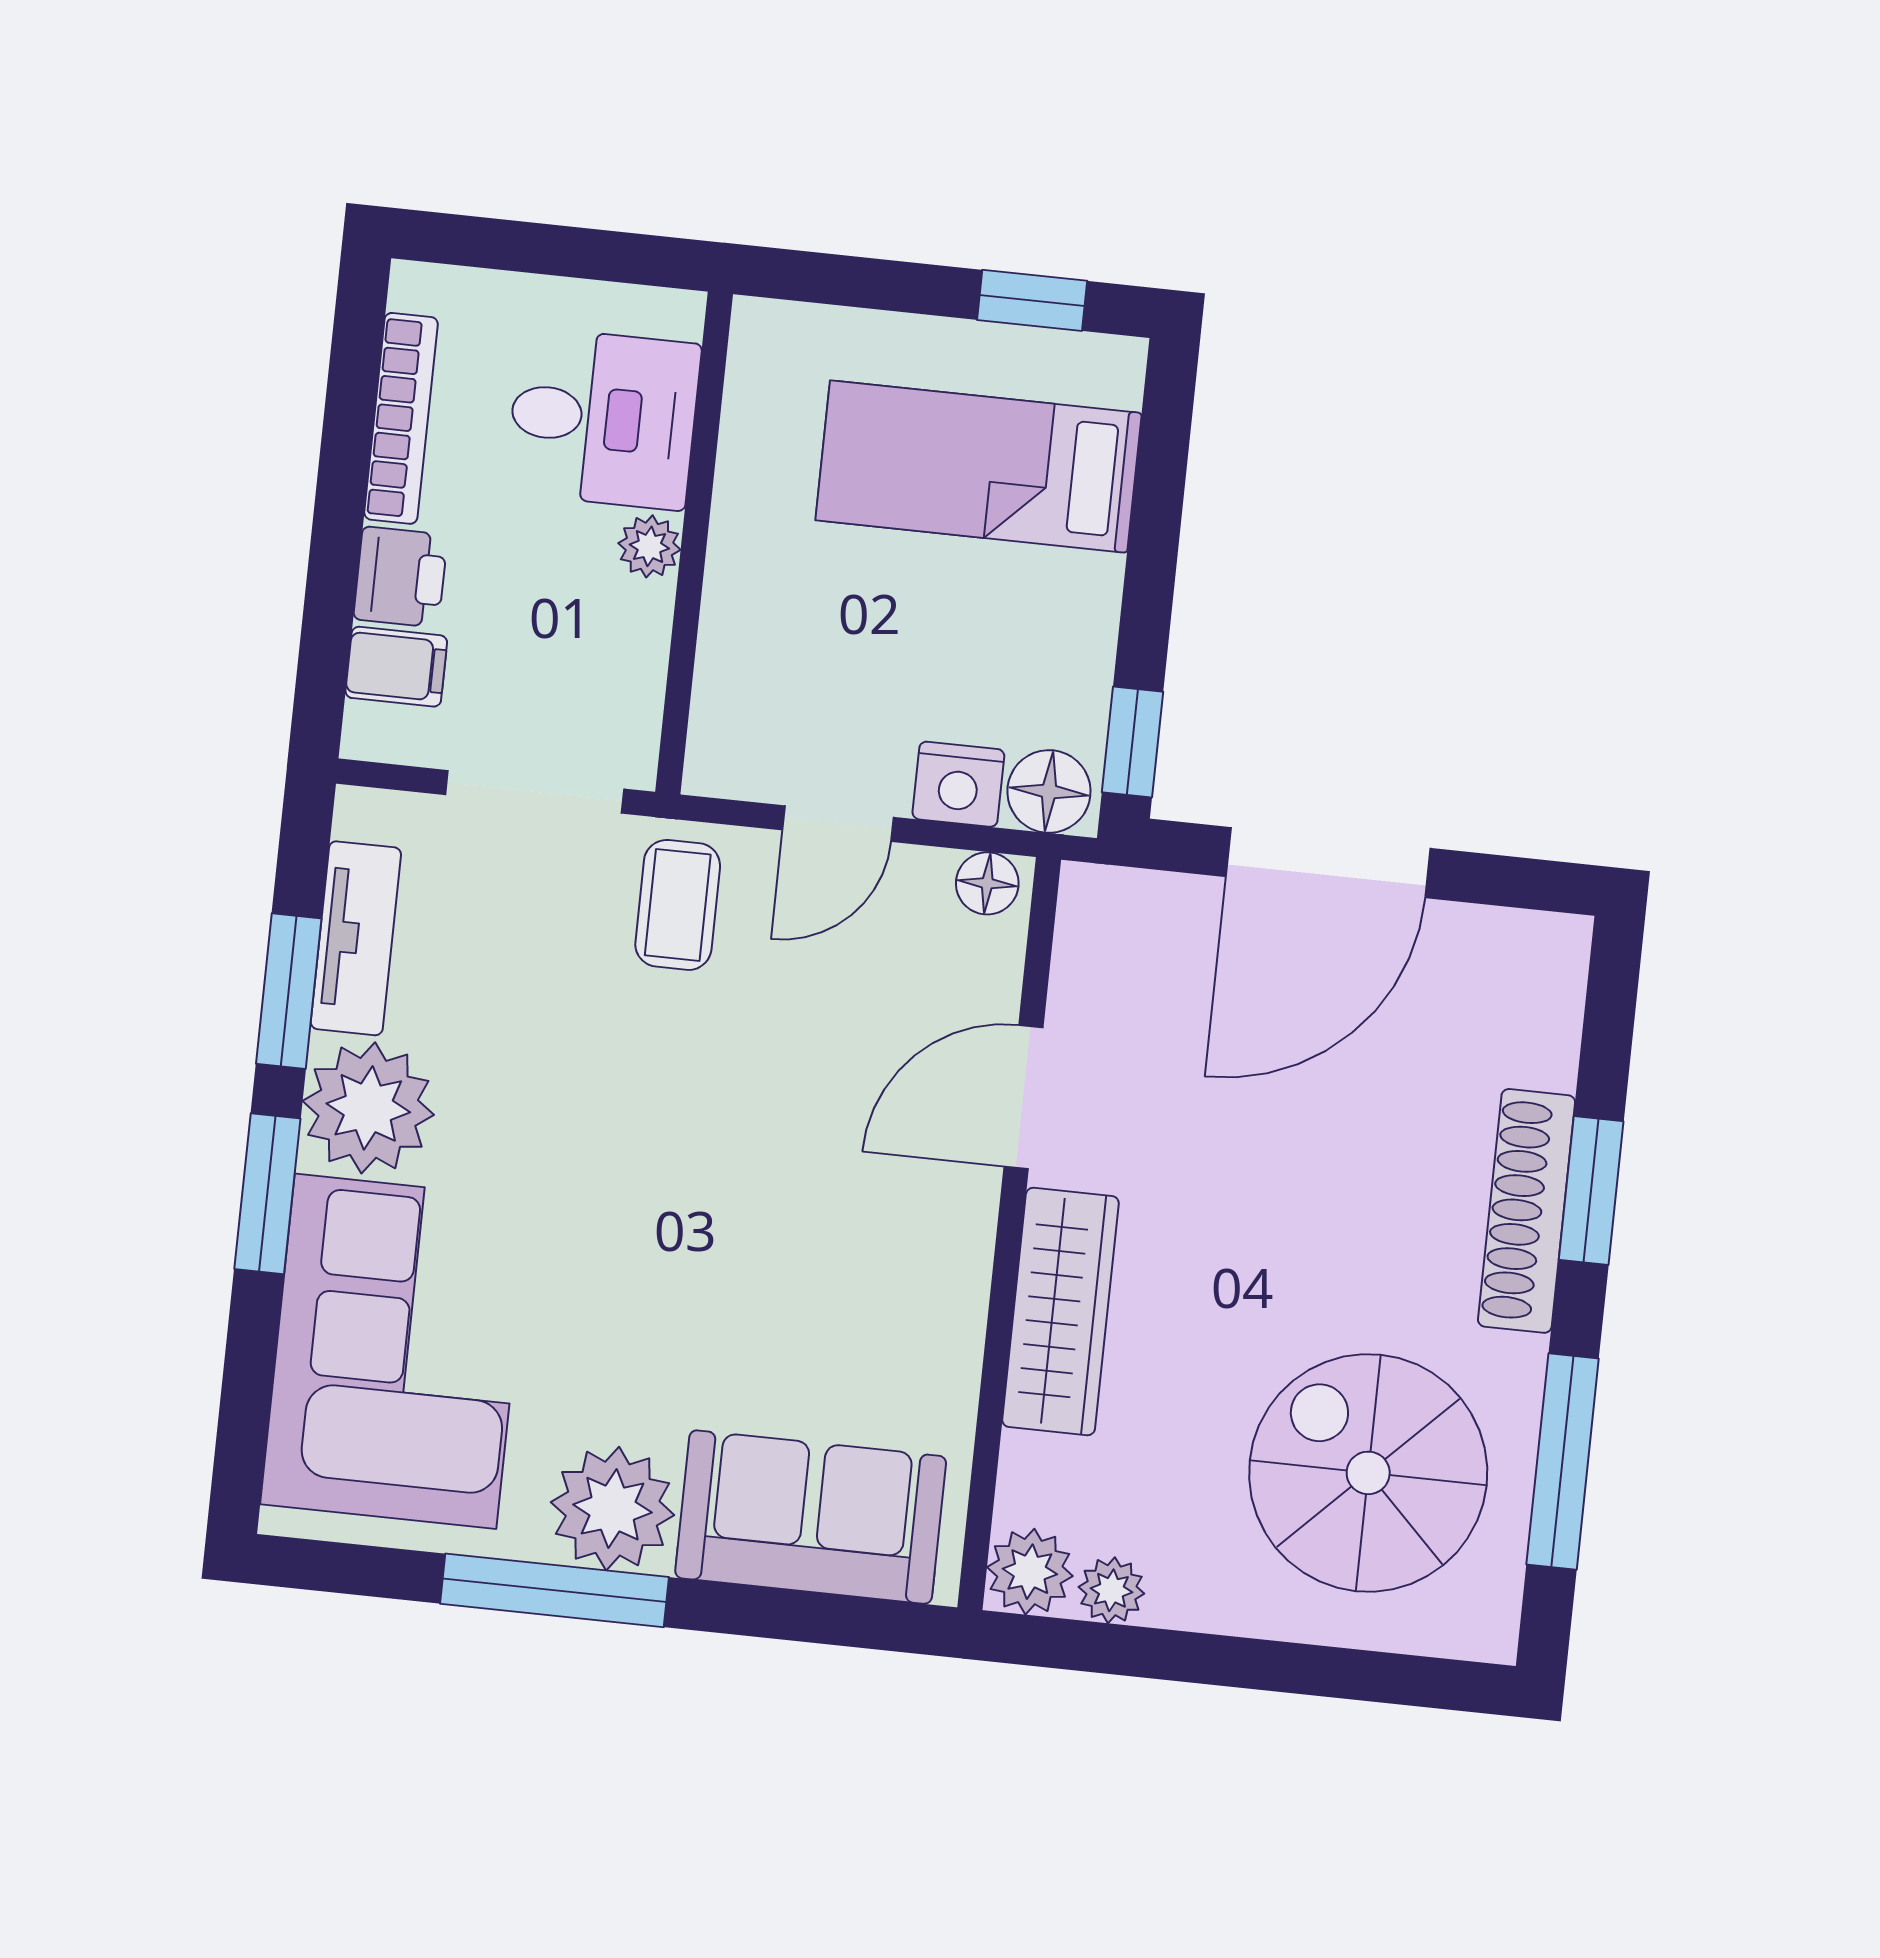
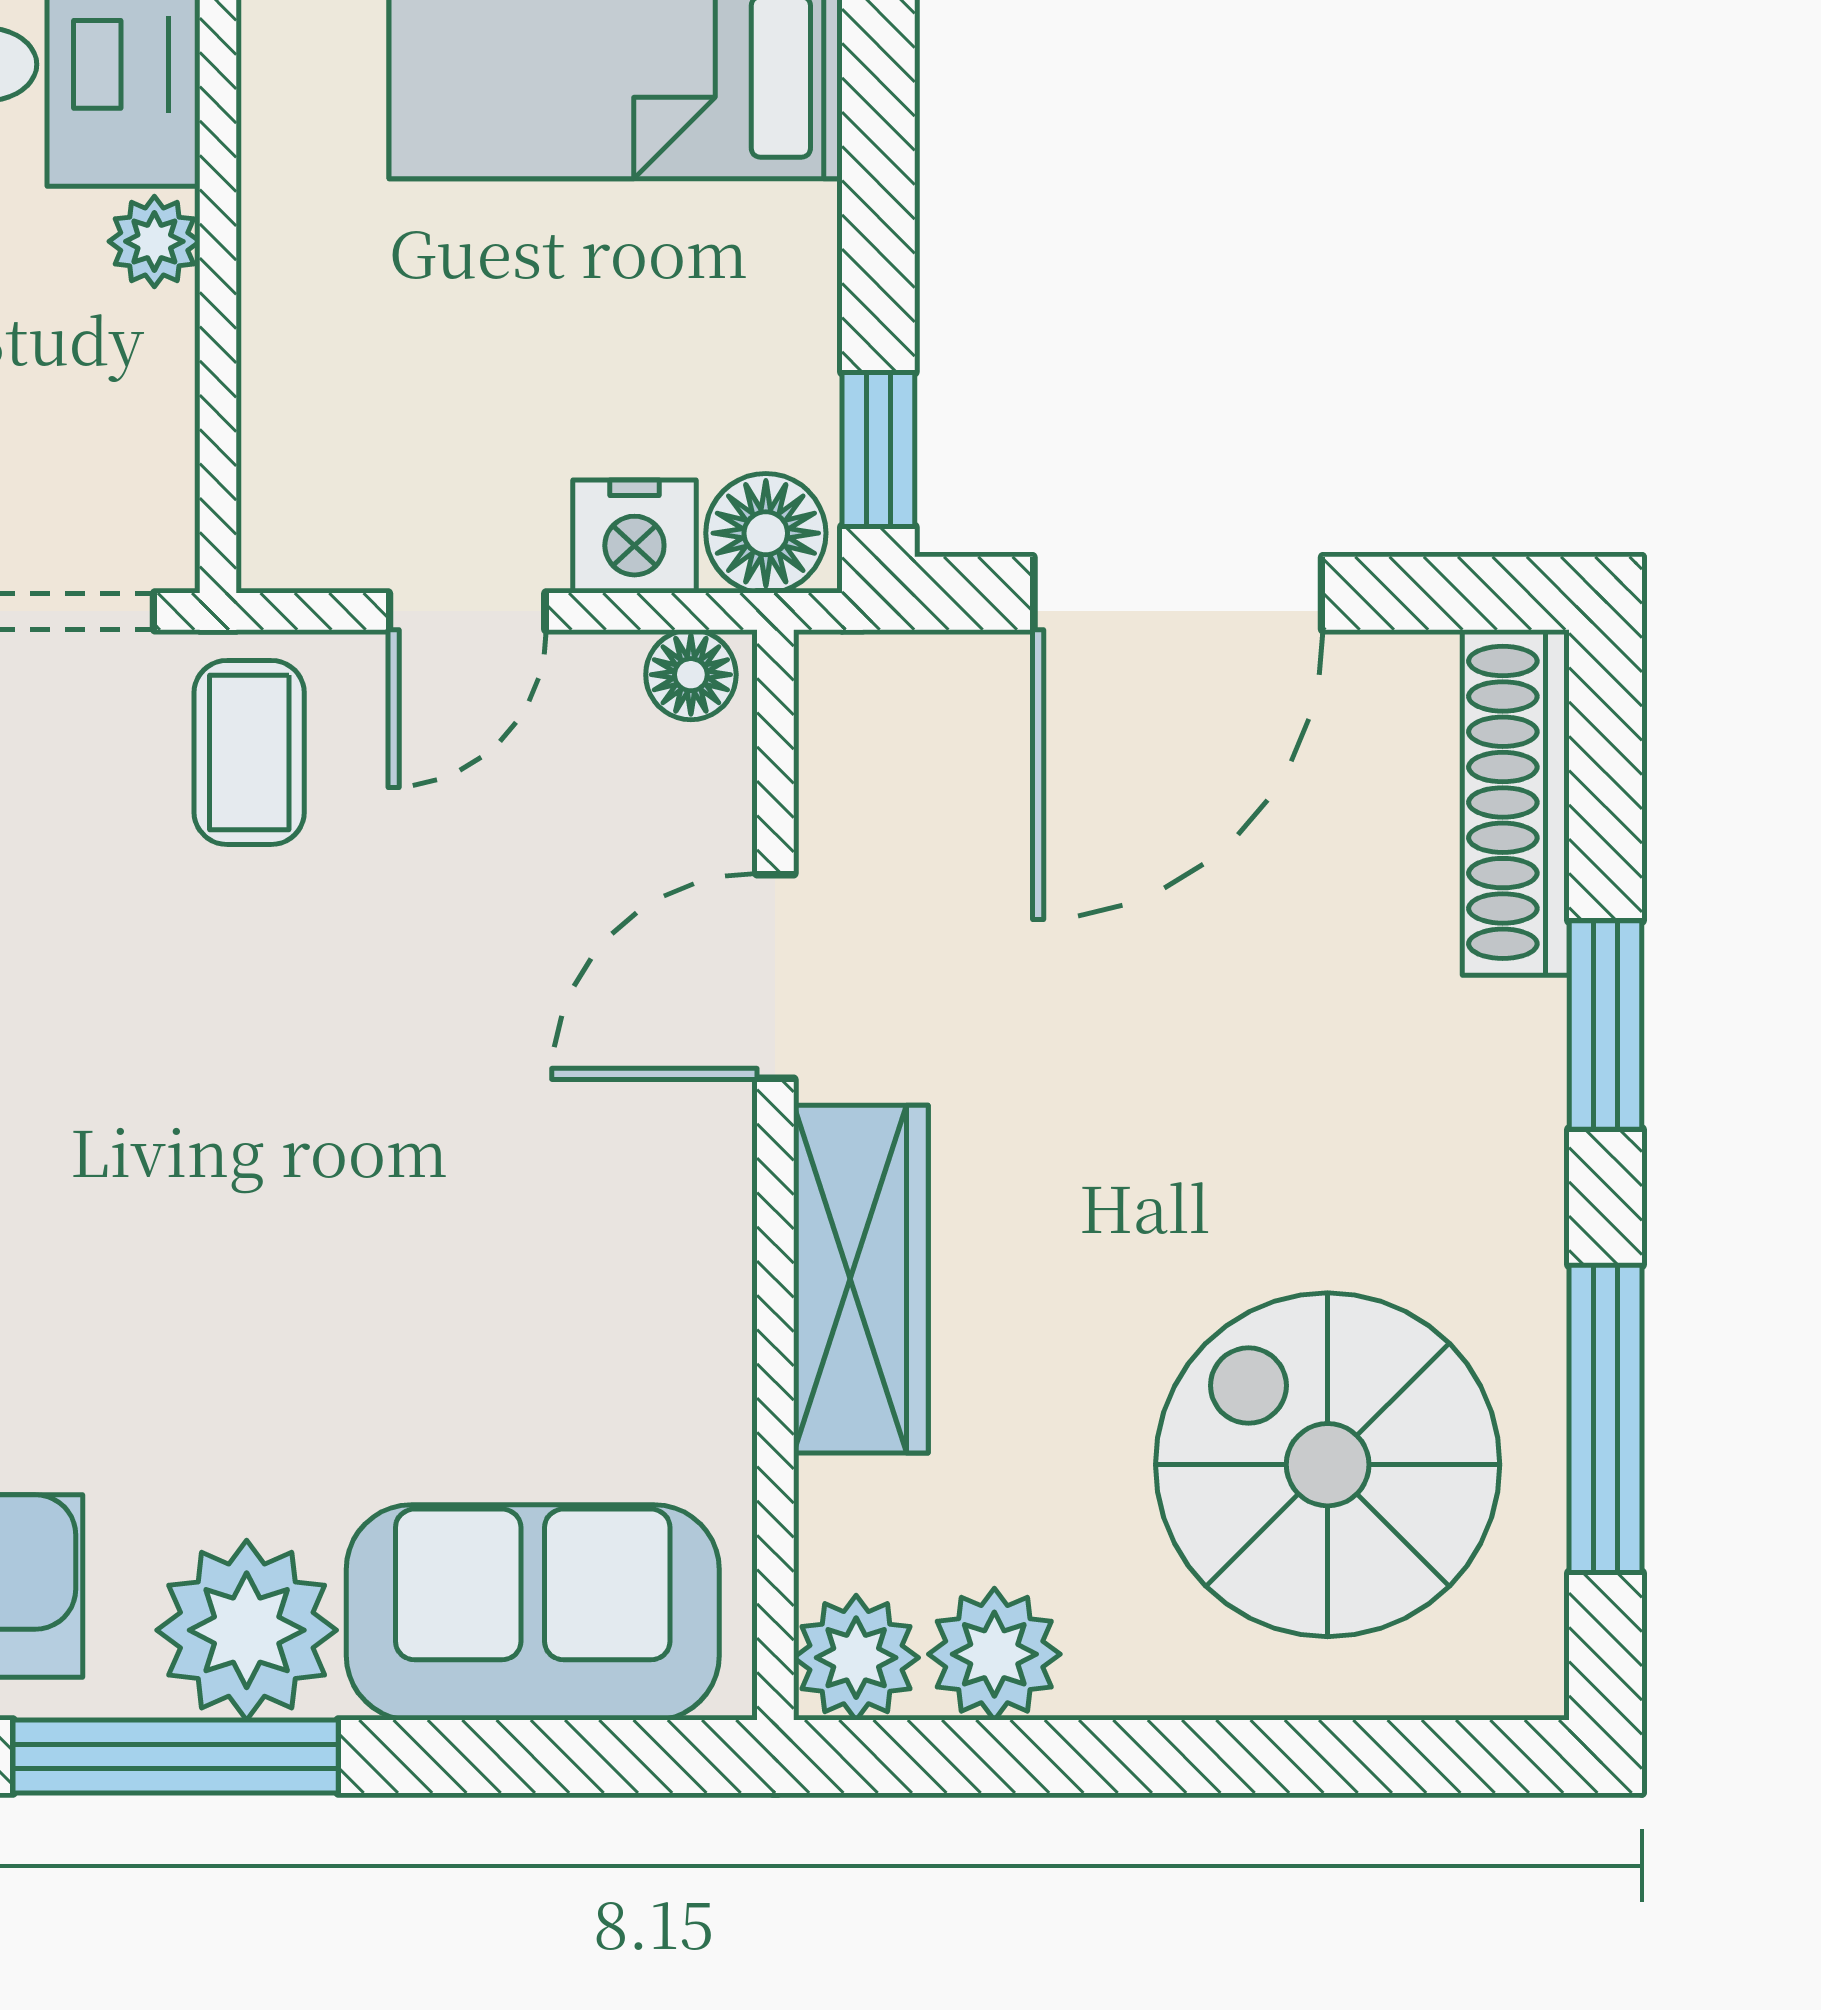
shoe rack: (1527, 1211) -> (1516, 802), moved
plant: (1111, 1590) -> (994, 1654), width x1.38, depth x1.38

